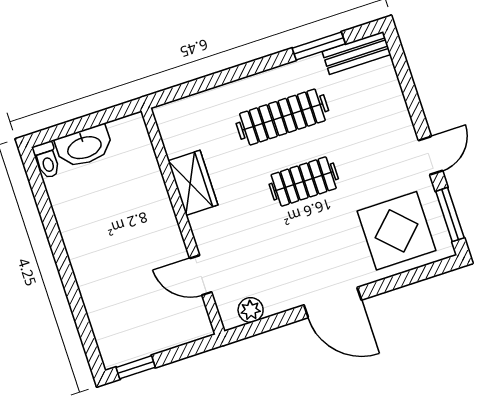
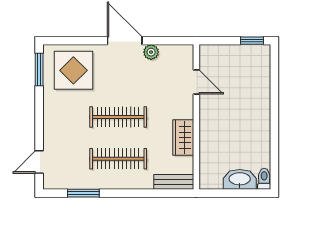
bench: (356, 53) -> (174, 182), moved
door: (431, 155) -> (39, 162), moved
clothes rail: (304, 181) -> (118, 117), width x1.36
plant: (251, 310) -> (151, 52), moved

